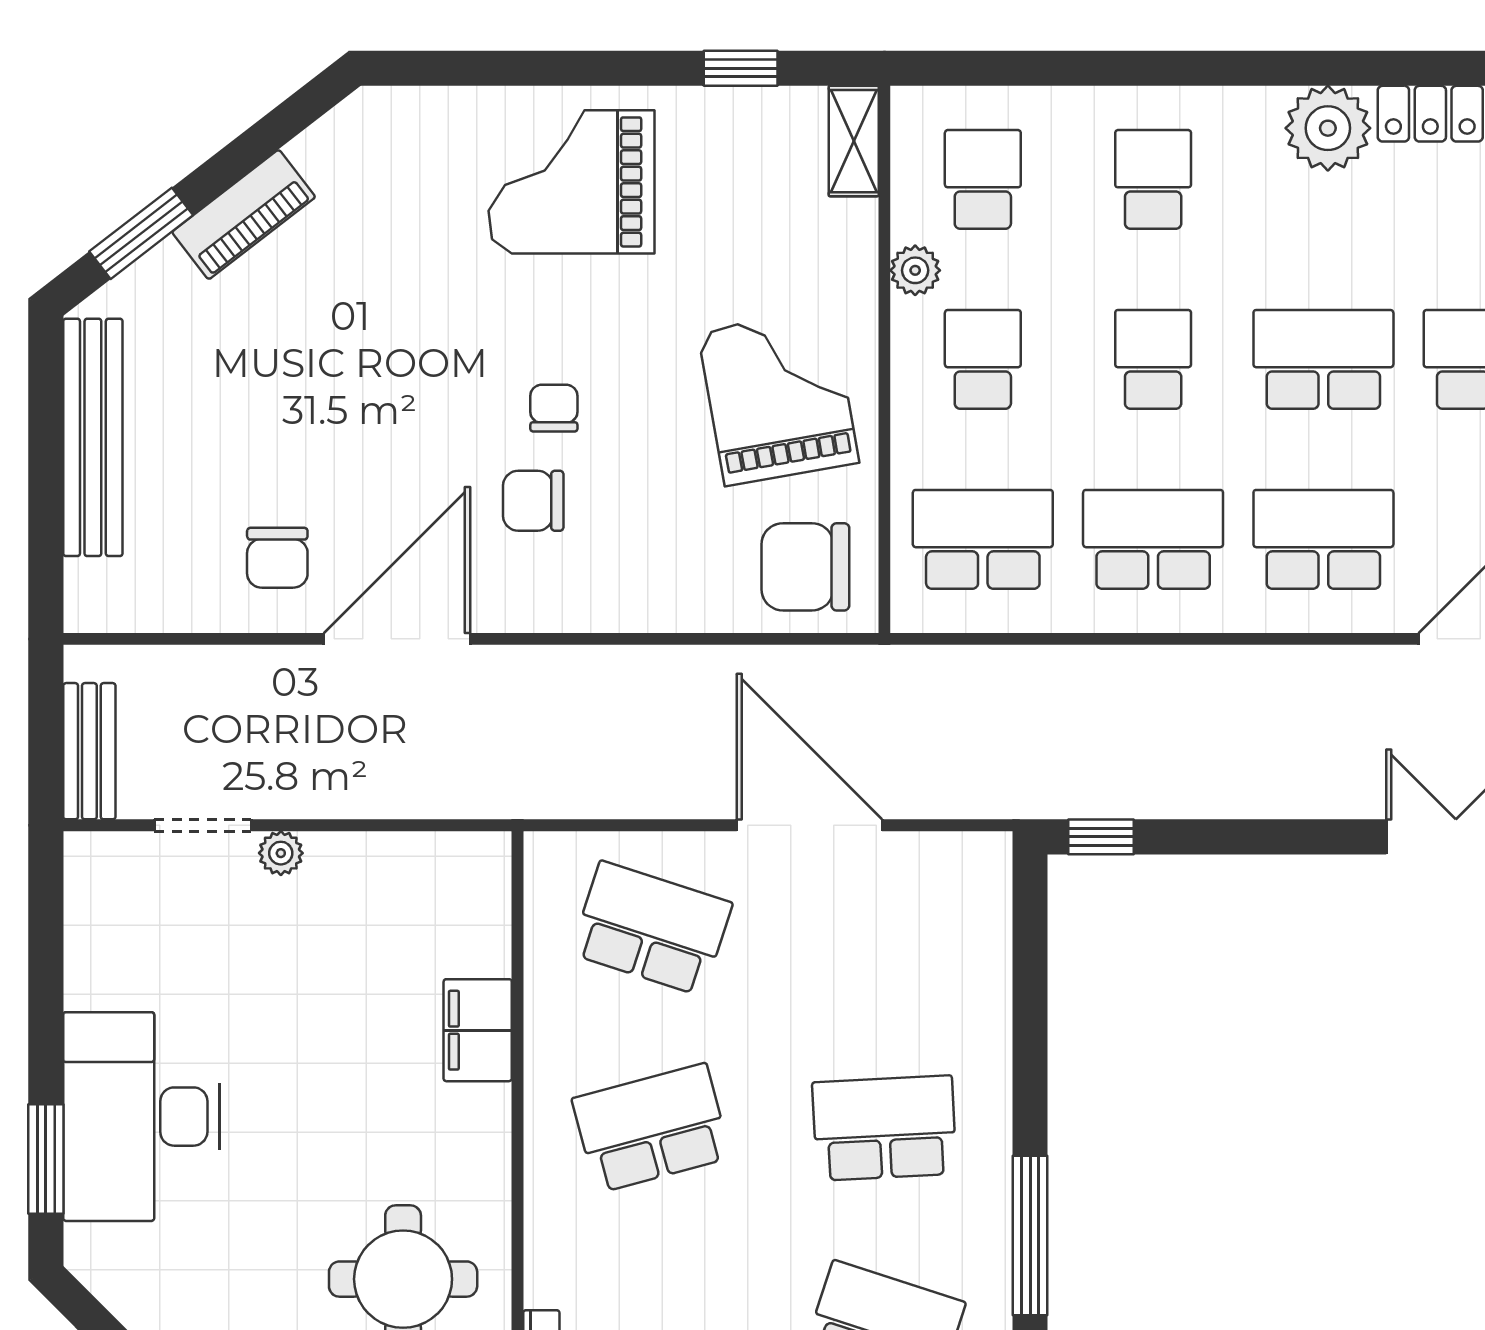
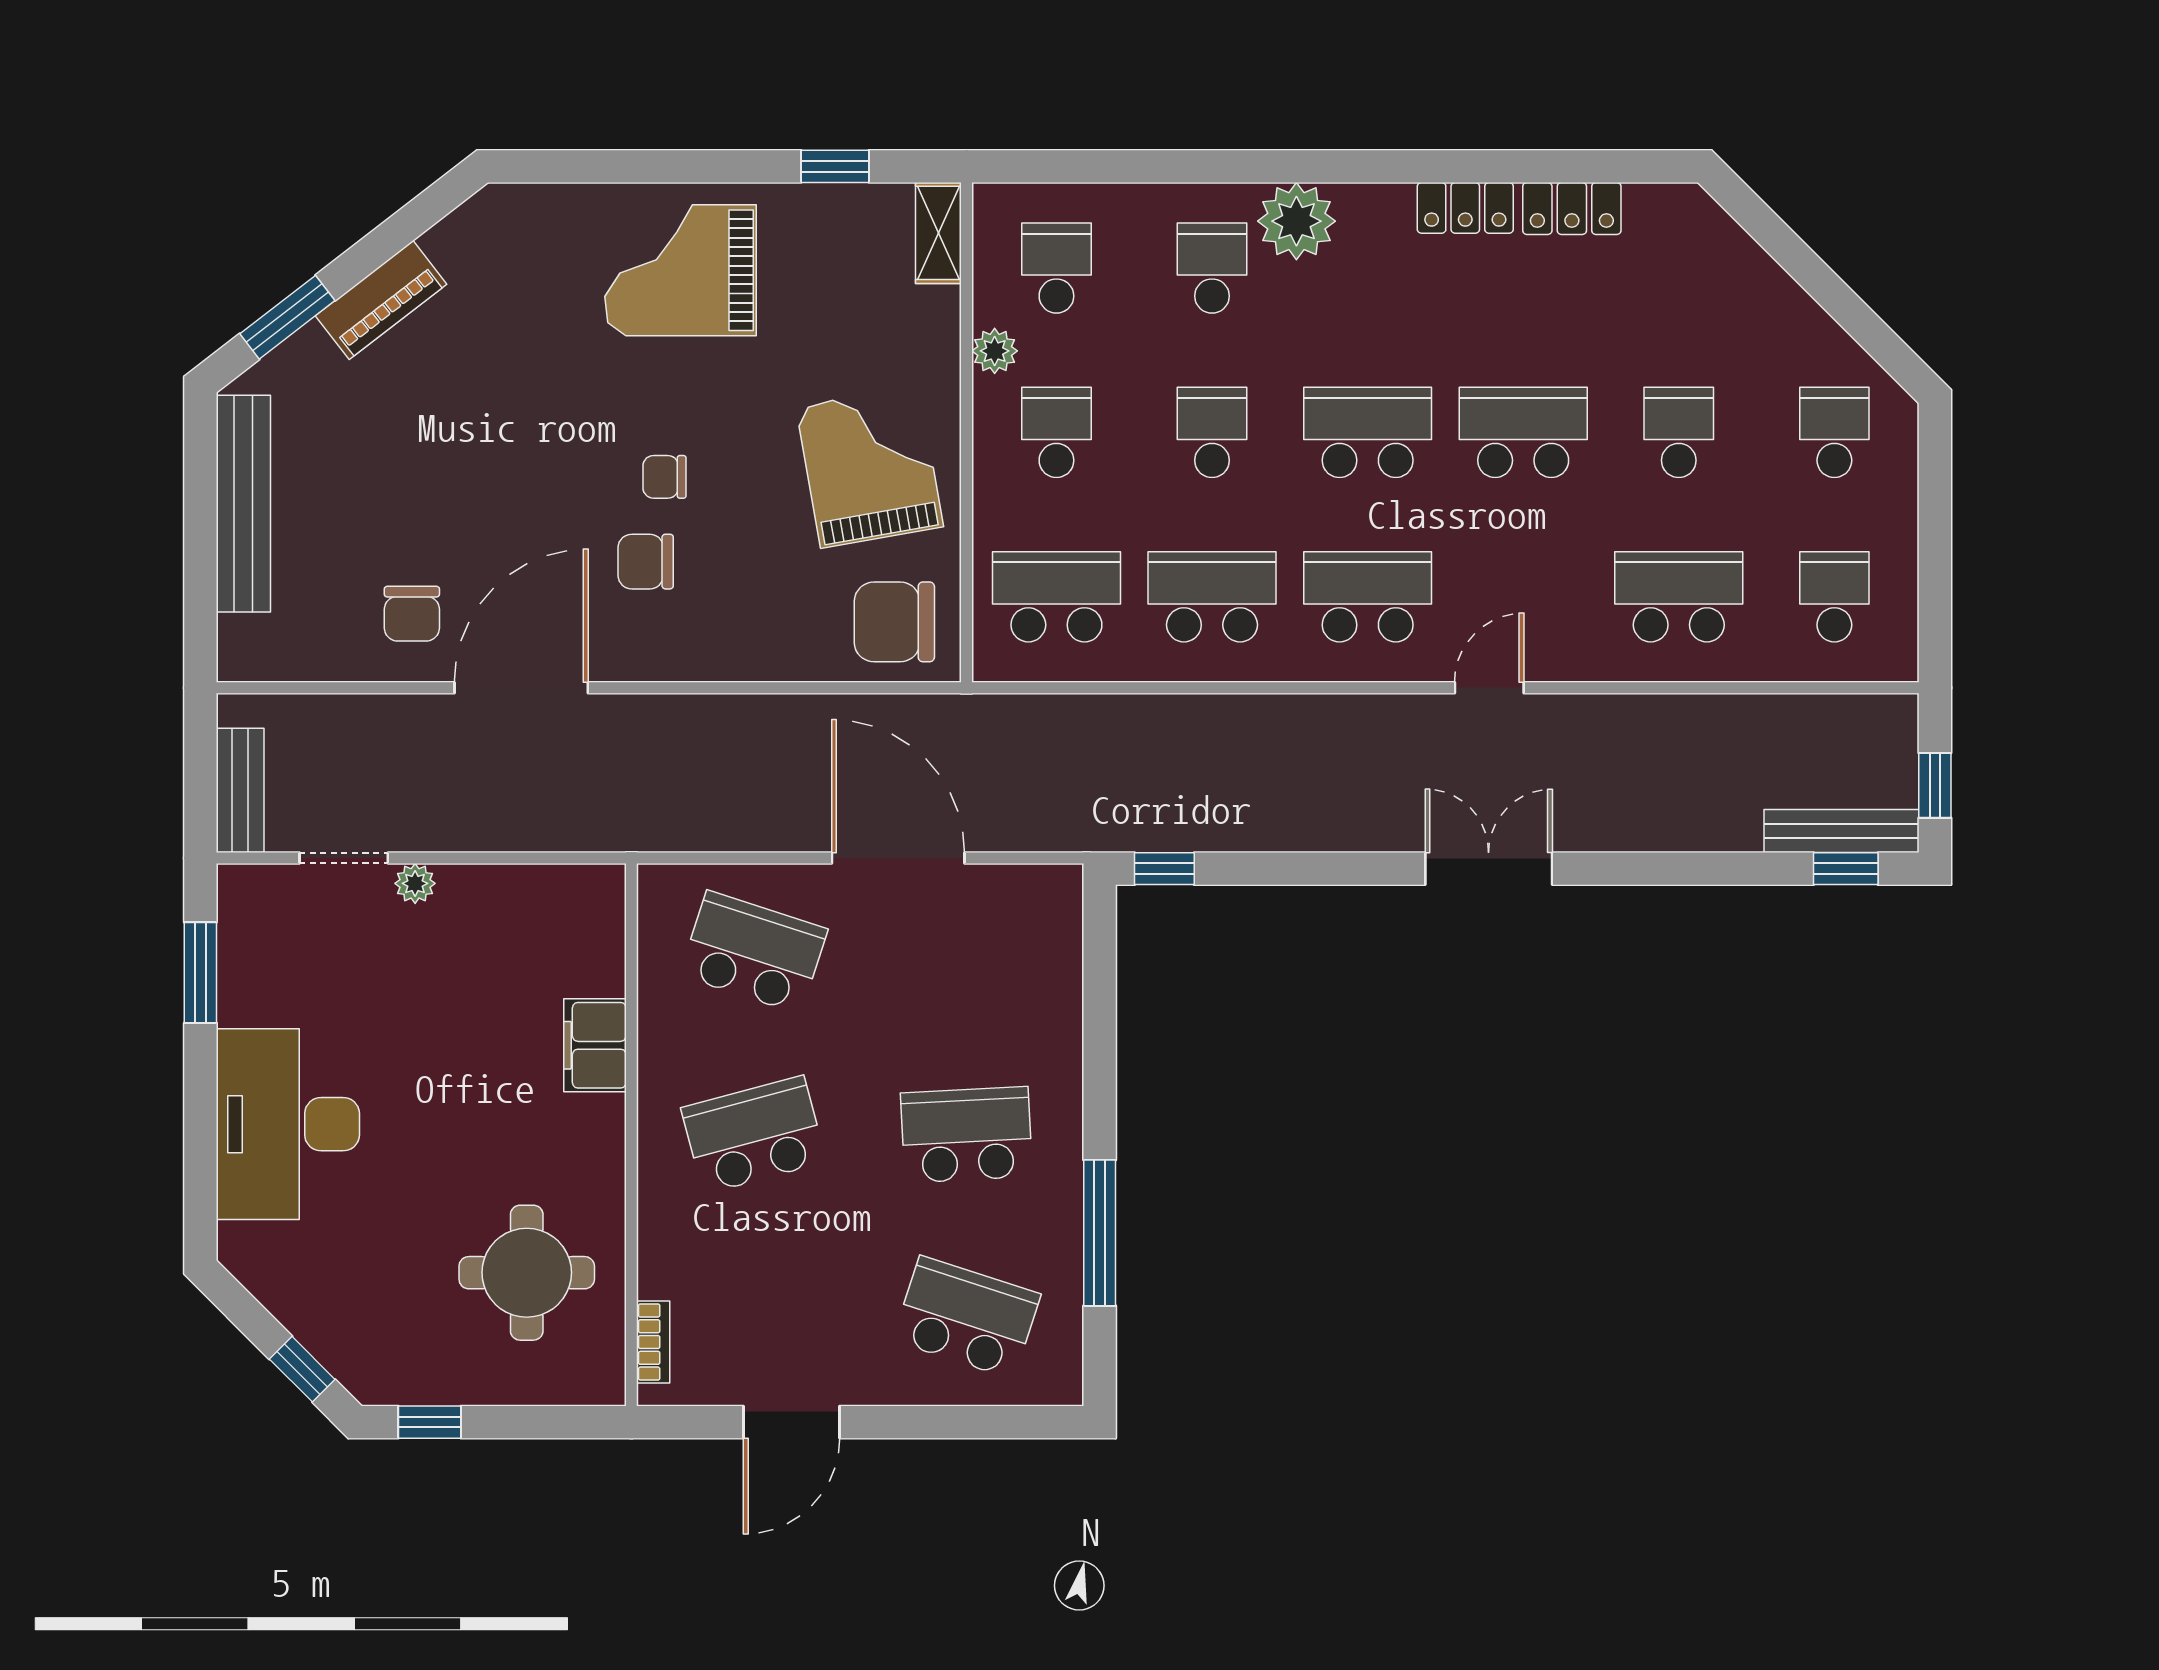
plant: (1328, 128) -> (1296, 221), moved
chair: (554, 408) -> (665, 477), turned -90
window: (46, 1159) -> (200, 973), moved

